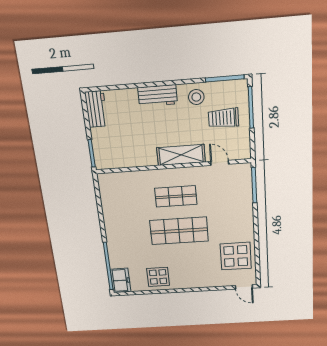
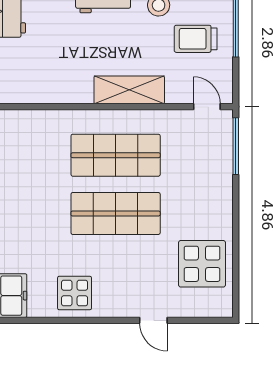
door: (220, 163) -> (207, 107), moved
shop shelf: (176, 196) -> (116, 155), width x1.43, depth x1.36
door: (244, 287) -> (153, 320), moved

